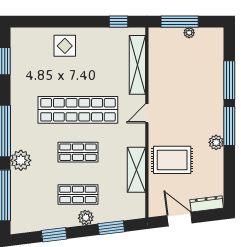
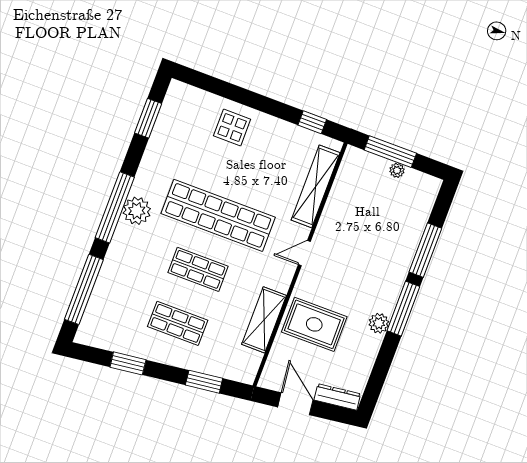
plant: (21, 160) -> (137, 211), moved
plant: (86, 218) -> (177, 357), removed

